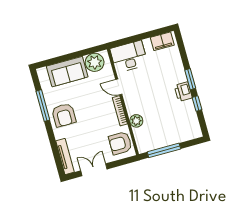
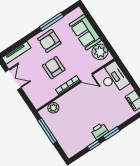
door: (119, 87) -> (87, 78), swing flipped
plant: (136, 121) -> (53, 108), moved
armchair: (120, 143) -> (54, 68), moved

